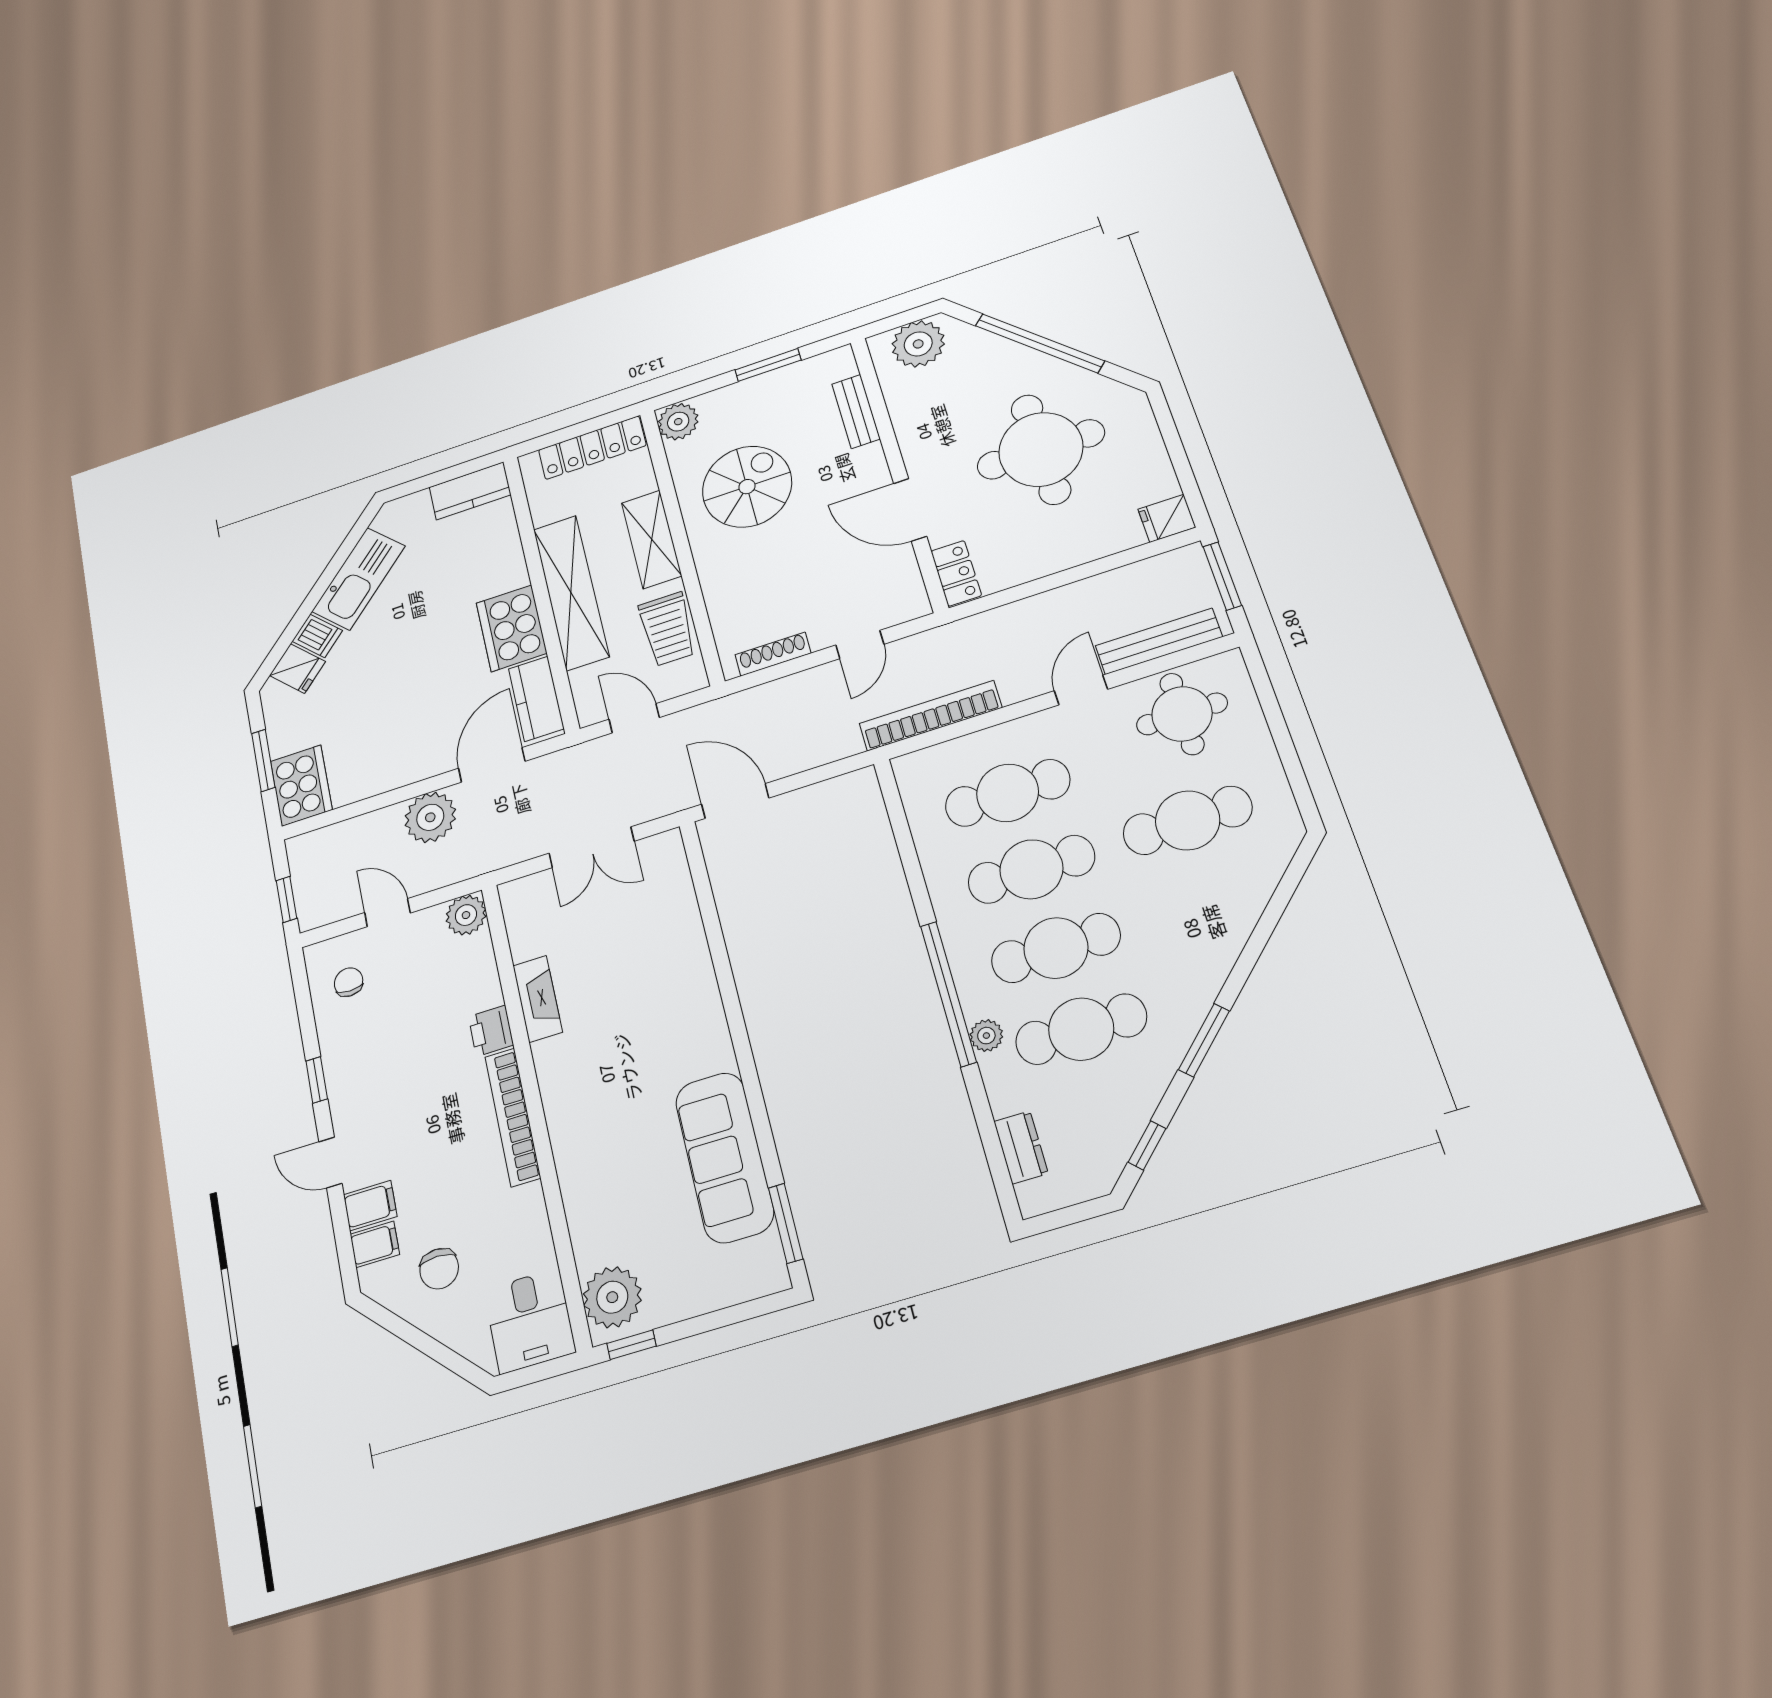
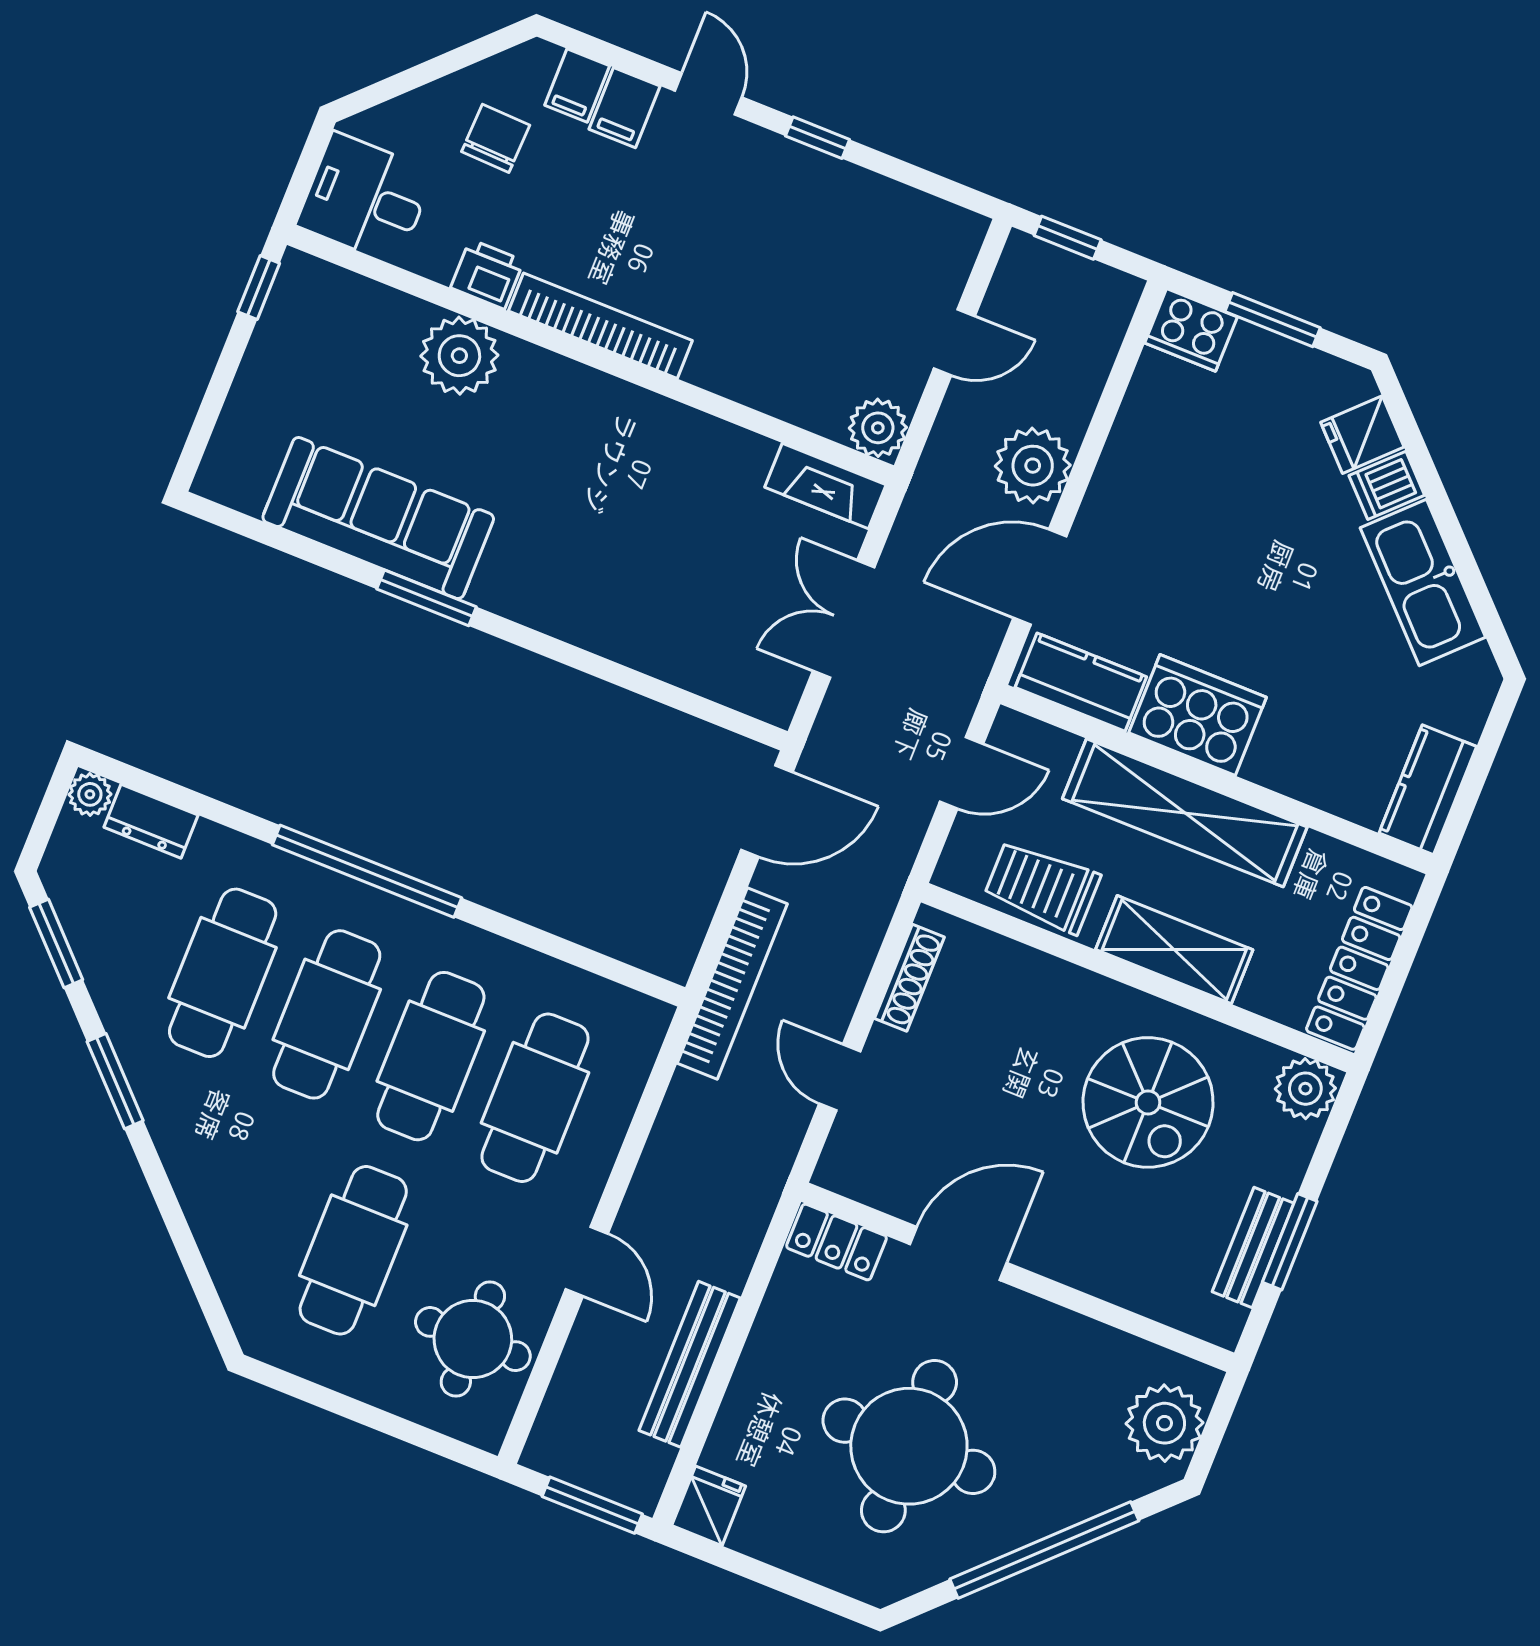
bench: (856, 411) -> (1253, 1247), moved, turned 90
bench: (1159, 641) -> (690, 1364), moved
bookcase: (930, 716) -> (732, 983), moved
door: (492, 765) -> (1040, 577), swing flipped
cooker: (301, 786) -> (1191, 330), width x0.73, depth x0.76
chair: (349, 982) -> (906, 246), removed
fireplace: (538, 999) -> (825, 486), moved
printer: (491, 1031) -> (487, 274), moved
plant: (986, 1036) -> (90, 794), moved
window: (1147, 1145) -> (56, 943), width x1.50
door: (330, 1163) -> (708, 94), hinge flipped
window: (786, 1223) -> (426, 598), moved
chair: (439, 1269) -> (496, 138), turned 92
plant: (612, 1297) -> (459, 356), moved

